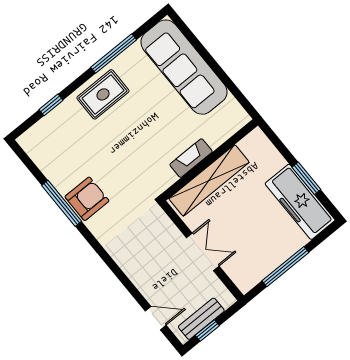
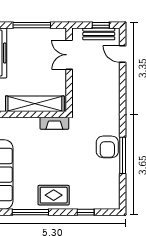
fireplace: (191, 158) -> (54, 123), moved
armchair: (87, 199) -> (107, 147), turned -90
double door: (203, 252) -> (69, 55), moved

